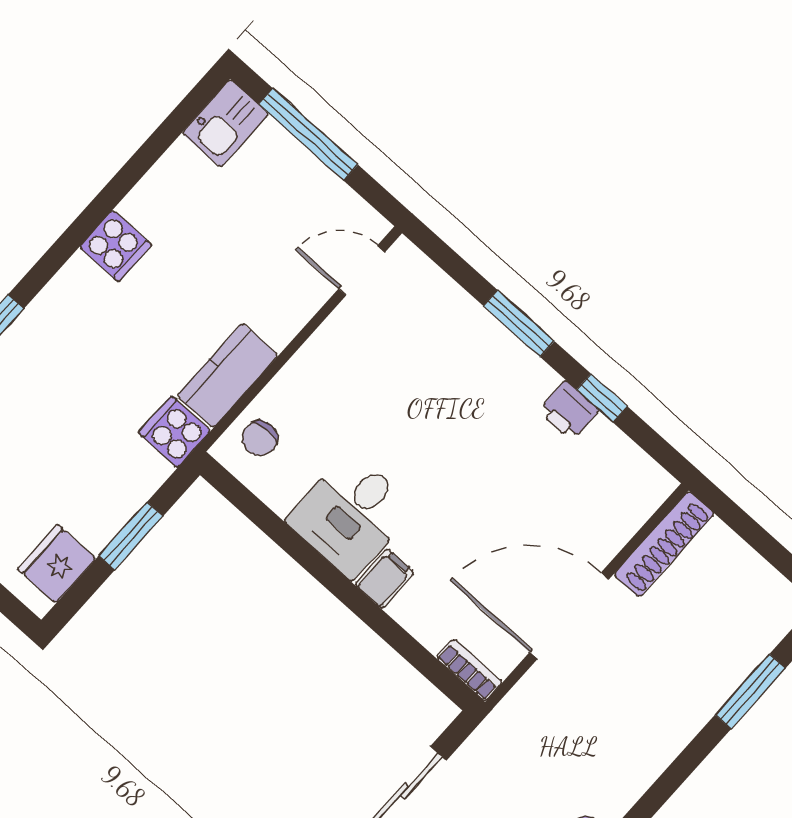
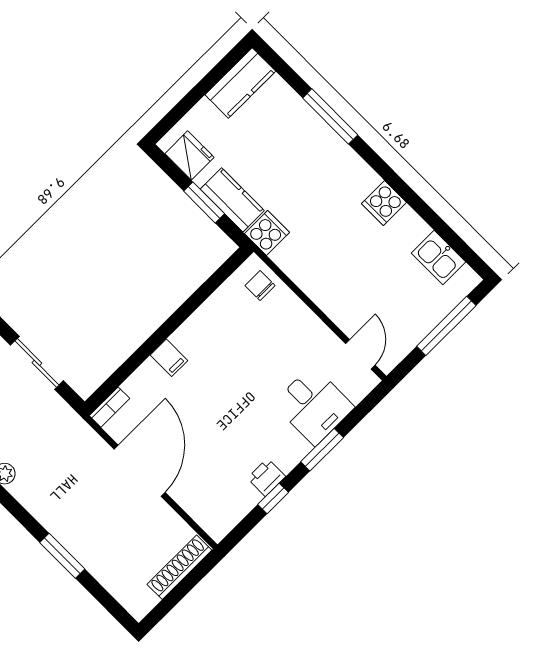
kitchen sink: (225, 123) -> (438, 258), moved
kitchen counter: (228, 375) -> (232, 200), moved
desk: (351, 515) -> (314, 405), moved, turned 180
shoe rack: (664, 544) -> (179, 567), moved, turned 90
window: (750, 691) -> (62, 556), moved

